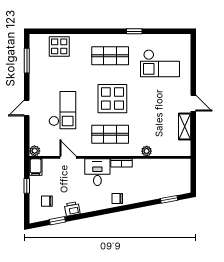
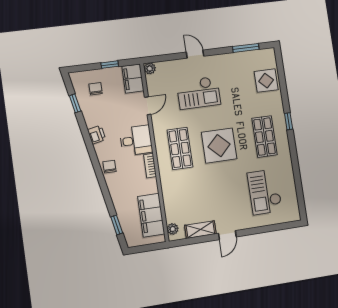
window: (134, 31) -> (289, 121), moved
plant: (147, 151) -> (173, 229), moved
filing cabinet: (36, 167) -> (133, 78), width x2.00
filing cabinet: (165, 168) -> (151, 215), added
printer: (72, 209) -> (97, 135), moved

